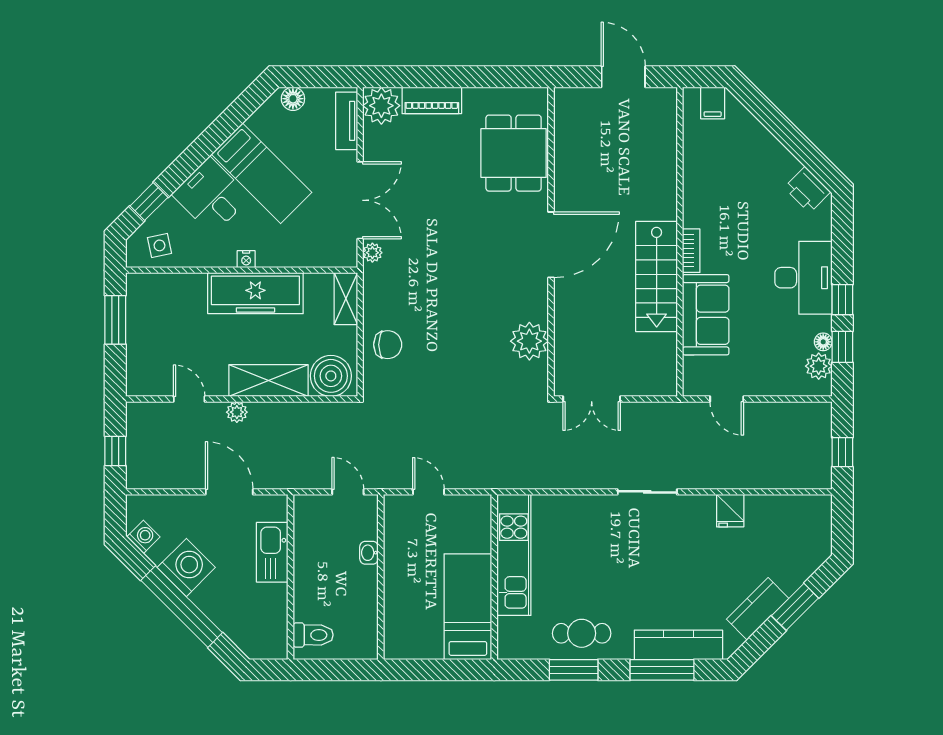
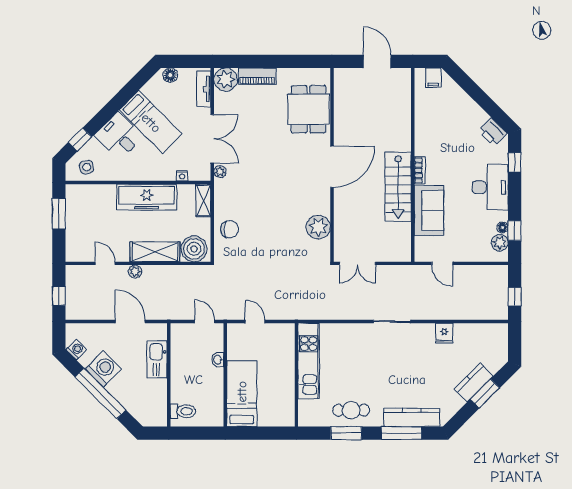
nightstand: (246, 259) -> (182, 176), moved
window: (842, 300) -> (515, 162), moved
bed: (468, 607) -> (242, 393), moved
kitchen counter: (758, 609) -> (474, 383), moved

